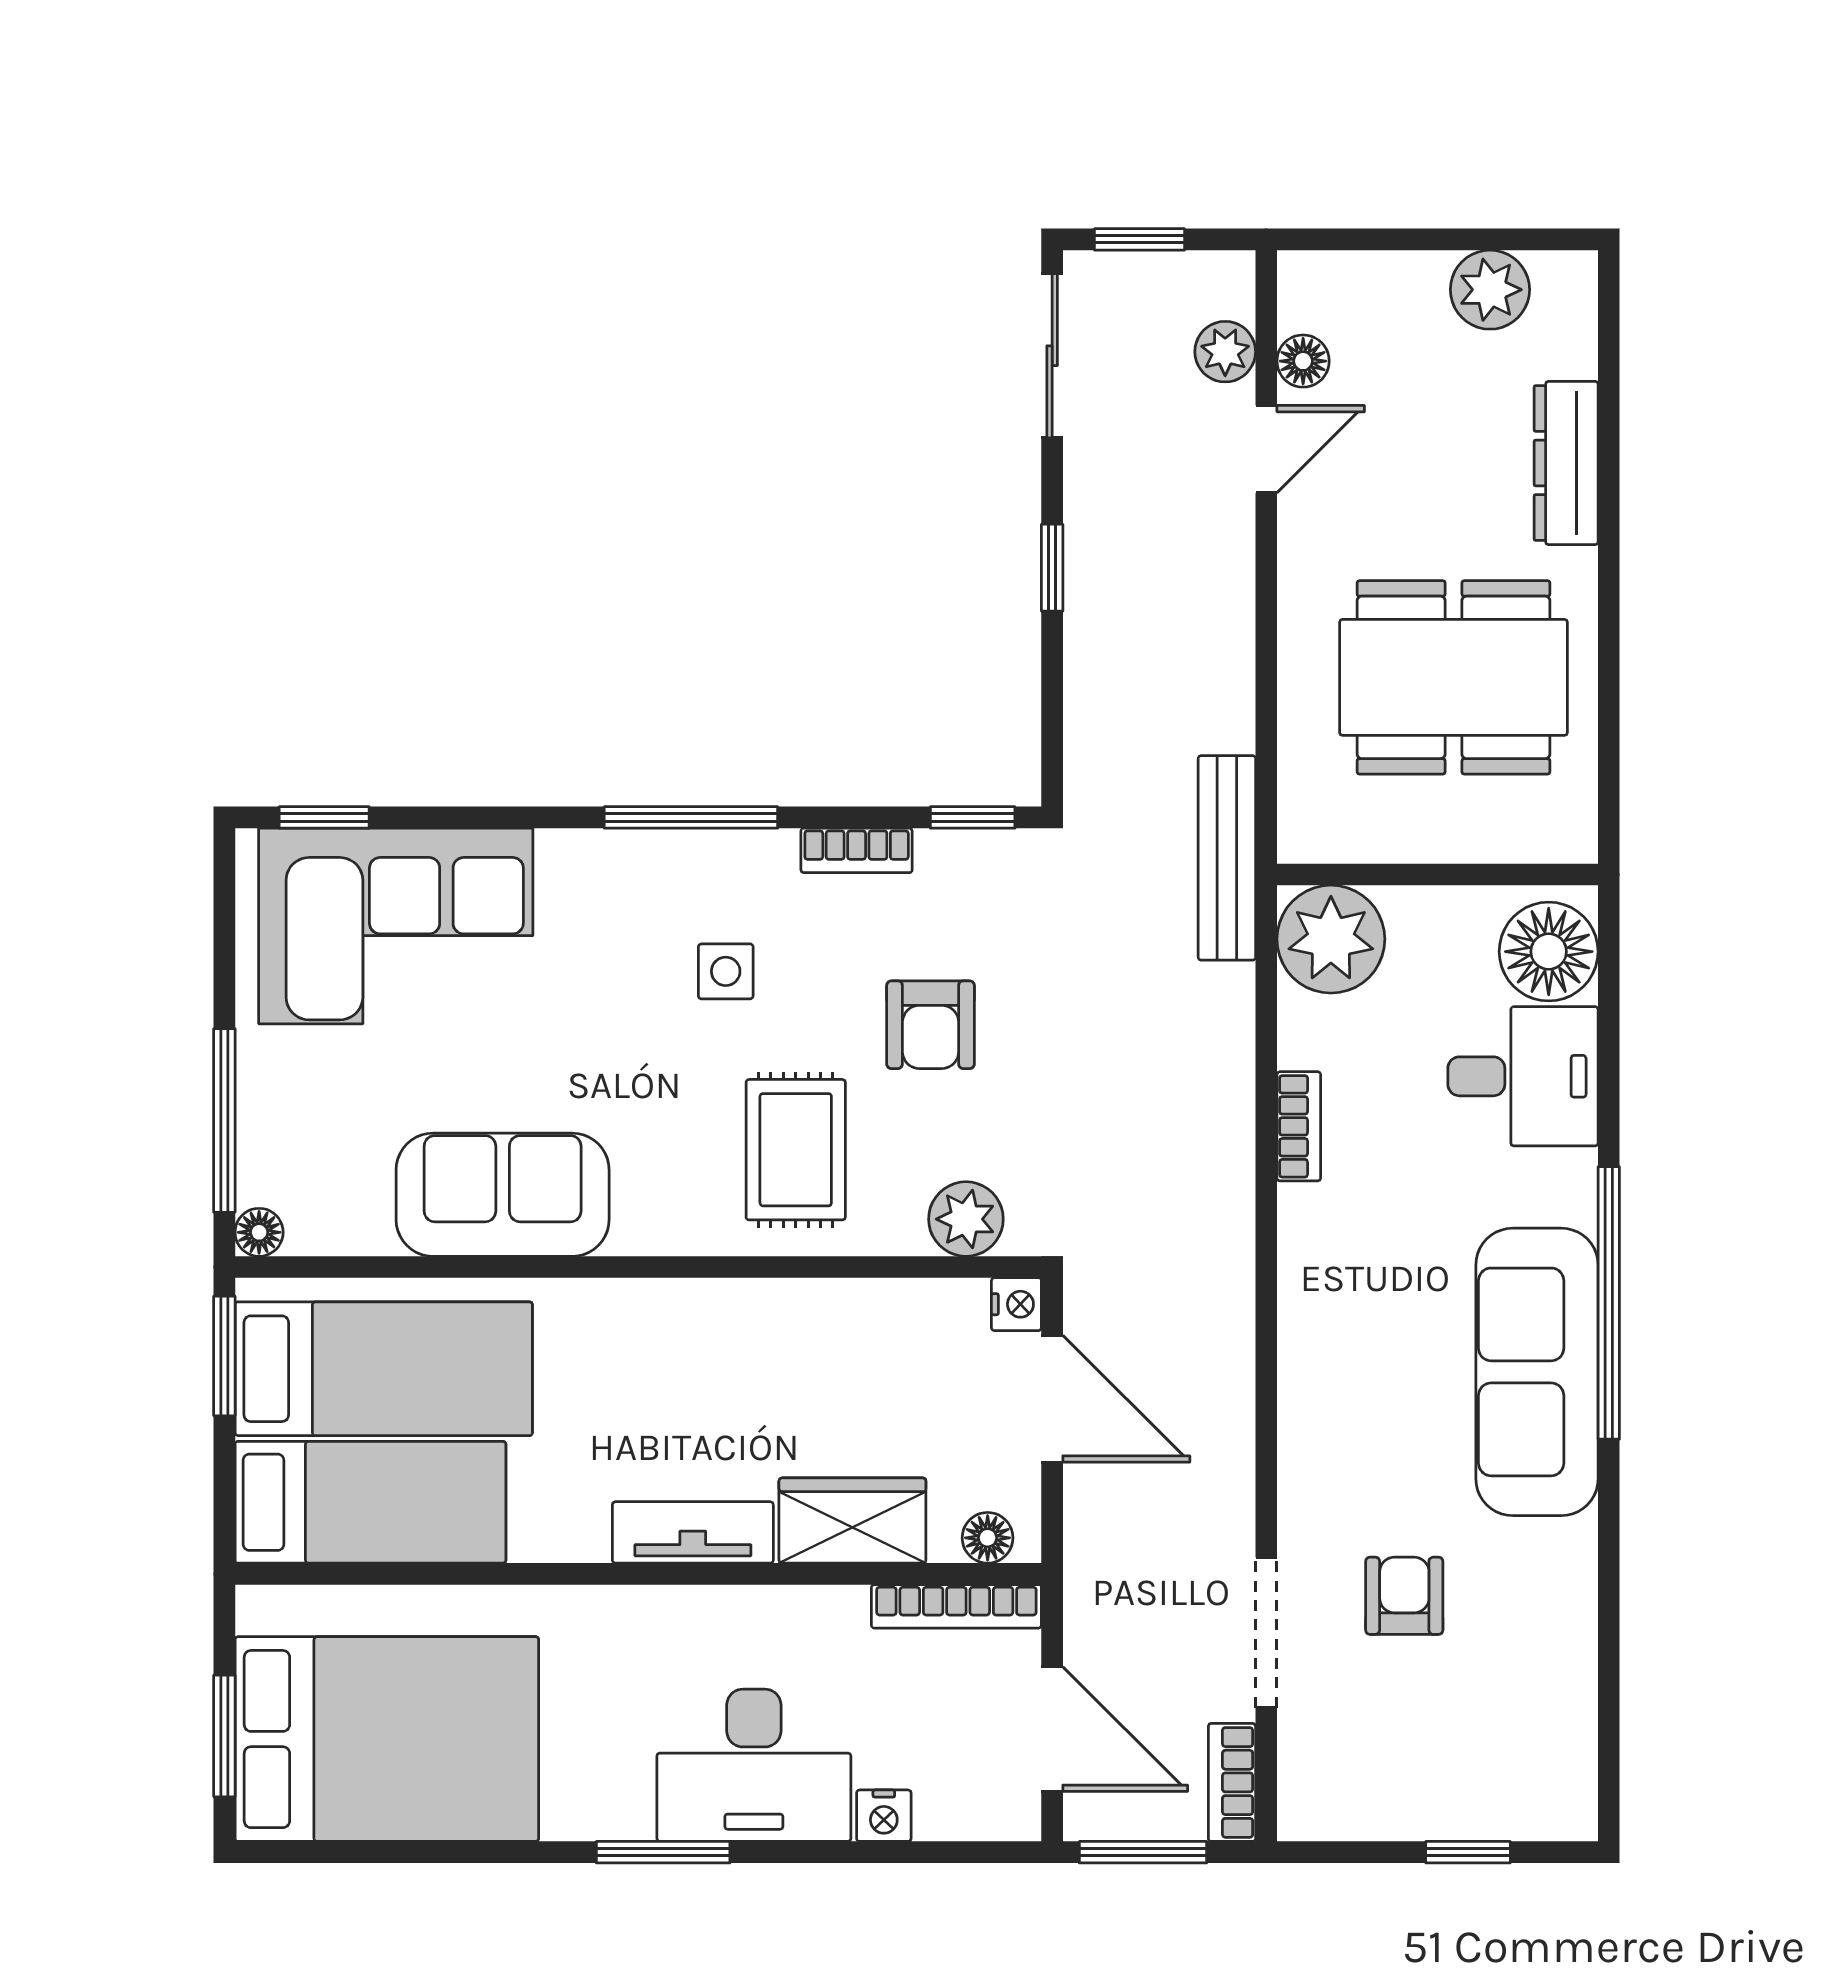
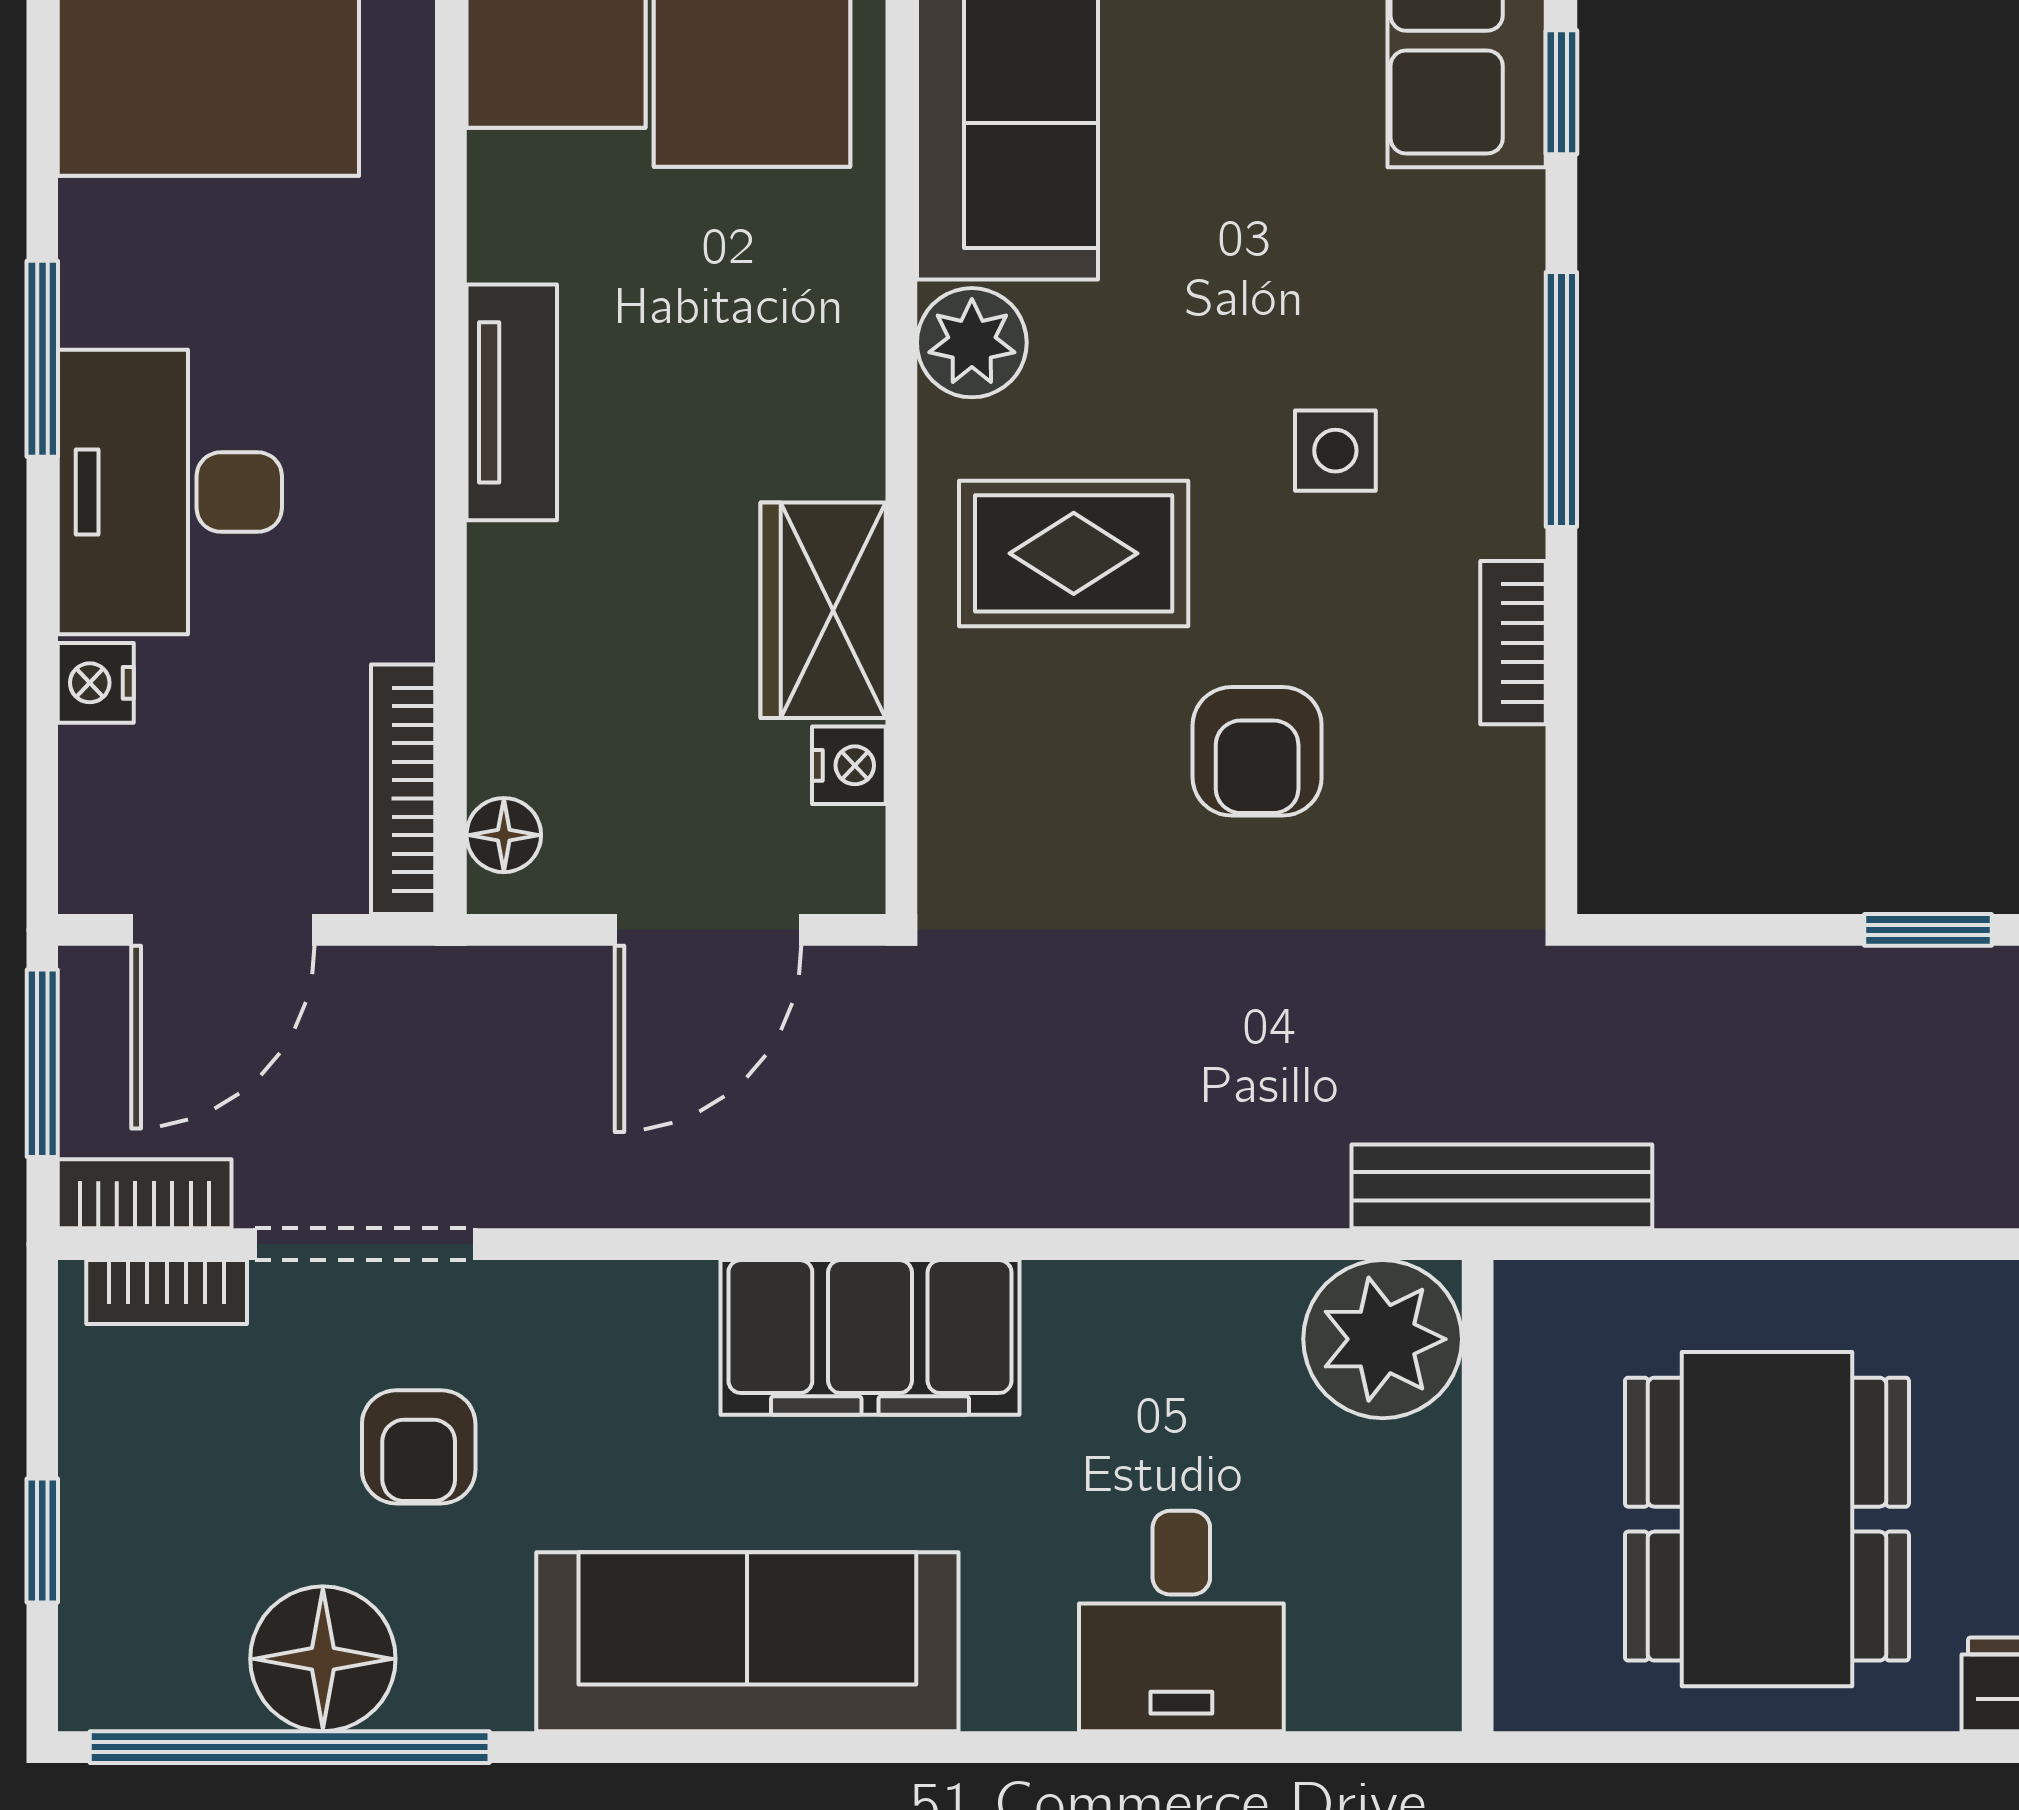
window: (973, 817) -> (1561, 92), moved
floor lamp: (1549, 952) -> (323, 1659), moved
armchair: (931, 1025) -> (1257, 751), turned -90
bookcase: (1299, 1126) -> (167, 1292), moved
plant: (966, 1219) -> (972, 343), moved
filing cabinet: (1330, 1288) -> (870, 1337), added
window: (1609, 1303) -> (290, 1747), moved
nightstand: (1016, 1304) -> (849, 765), moved, turned -90
wardrobe: (852, 1521) -> (823, 610), moved, turned 180
armchair: (1404, 1596) -> (419, 1447), turned 90

